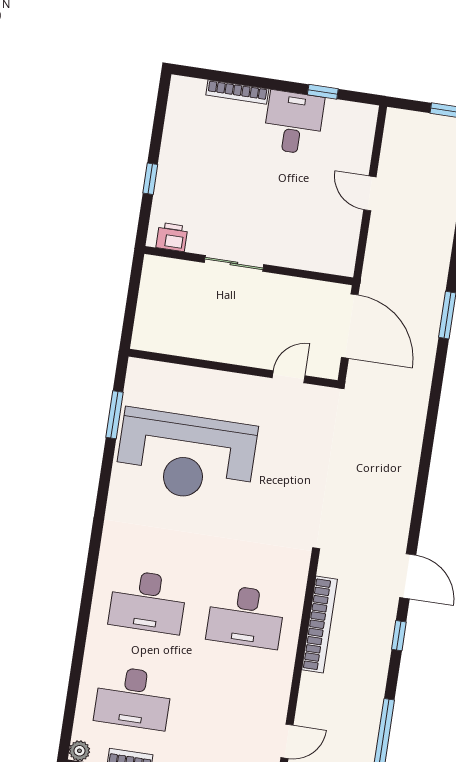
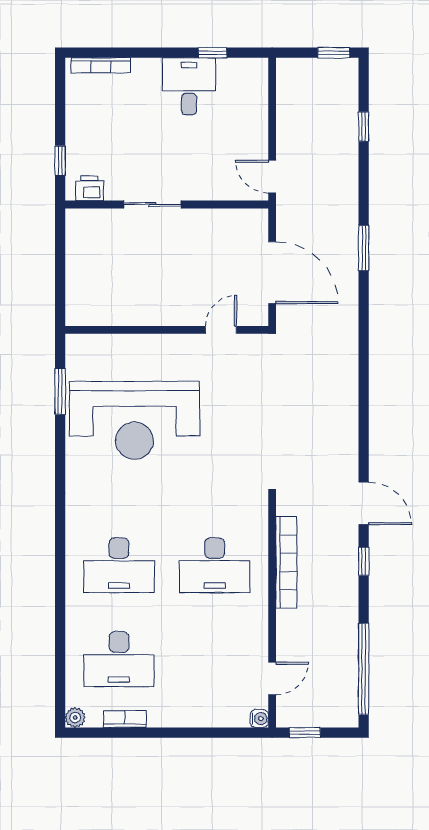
bookcase: (237, 92) -> (101, 65), moved
door: (370, 193) -> (272, 177), moved
printer: (172, 237) -> (89, 188), moved
sliding door: (234, 263) -> (152, 205), moved
wall: (249, 266) -> (167, 205), moved

